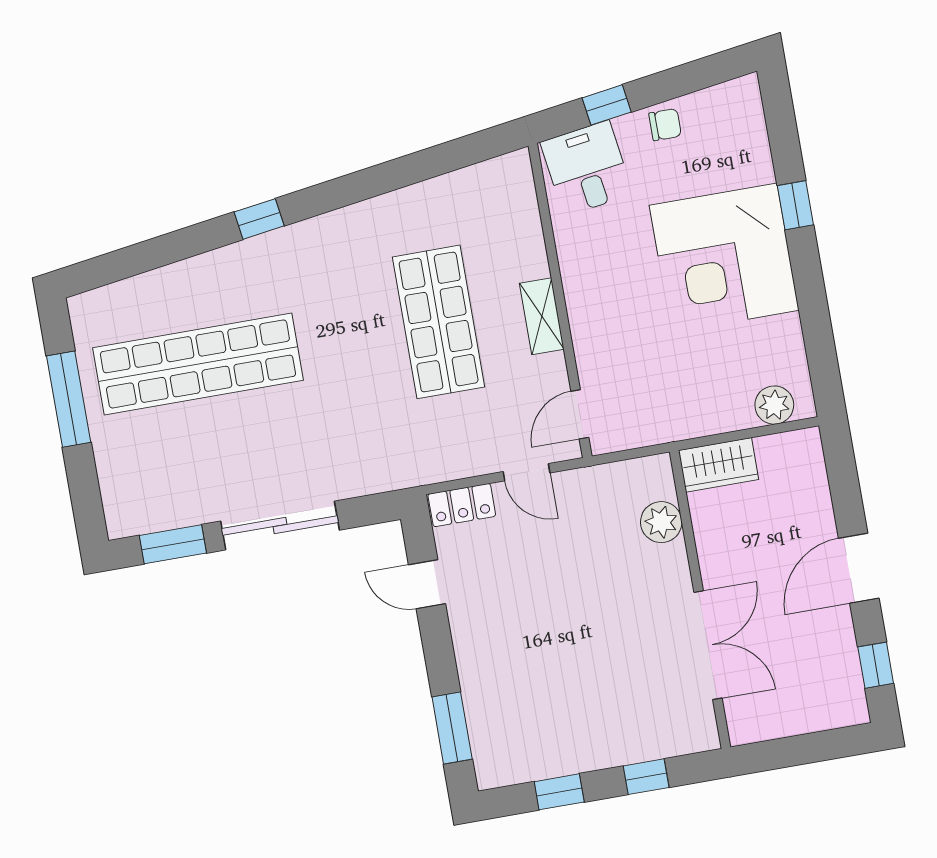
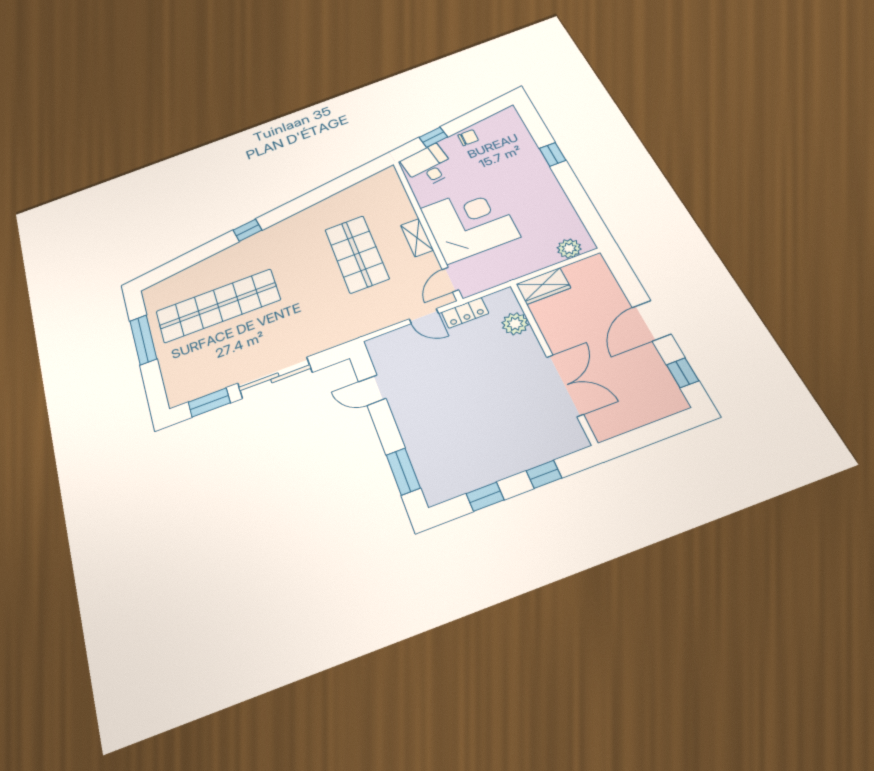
corner desk: (724, 258) -> (470, 223), moved, turned 180
locker: (462, 505) -> (465, 313), moved

